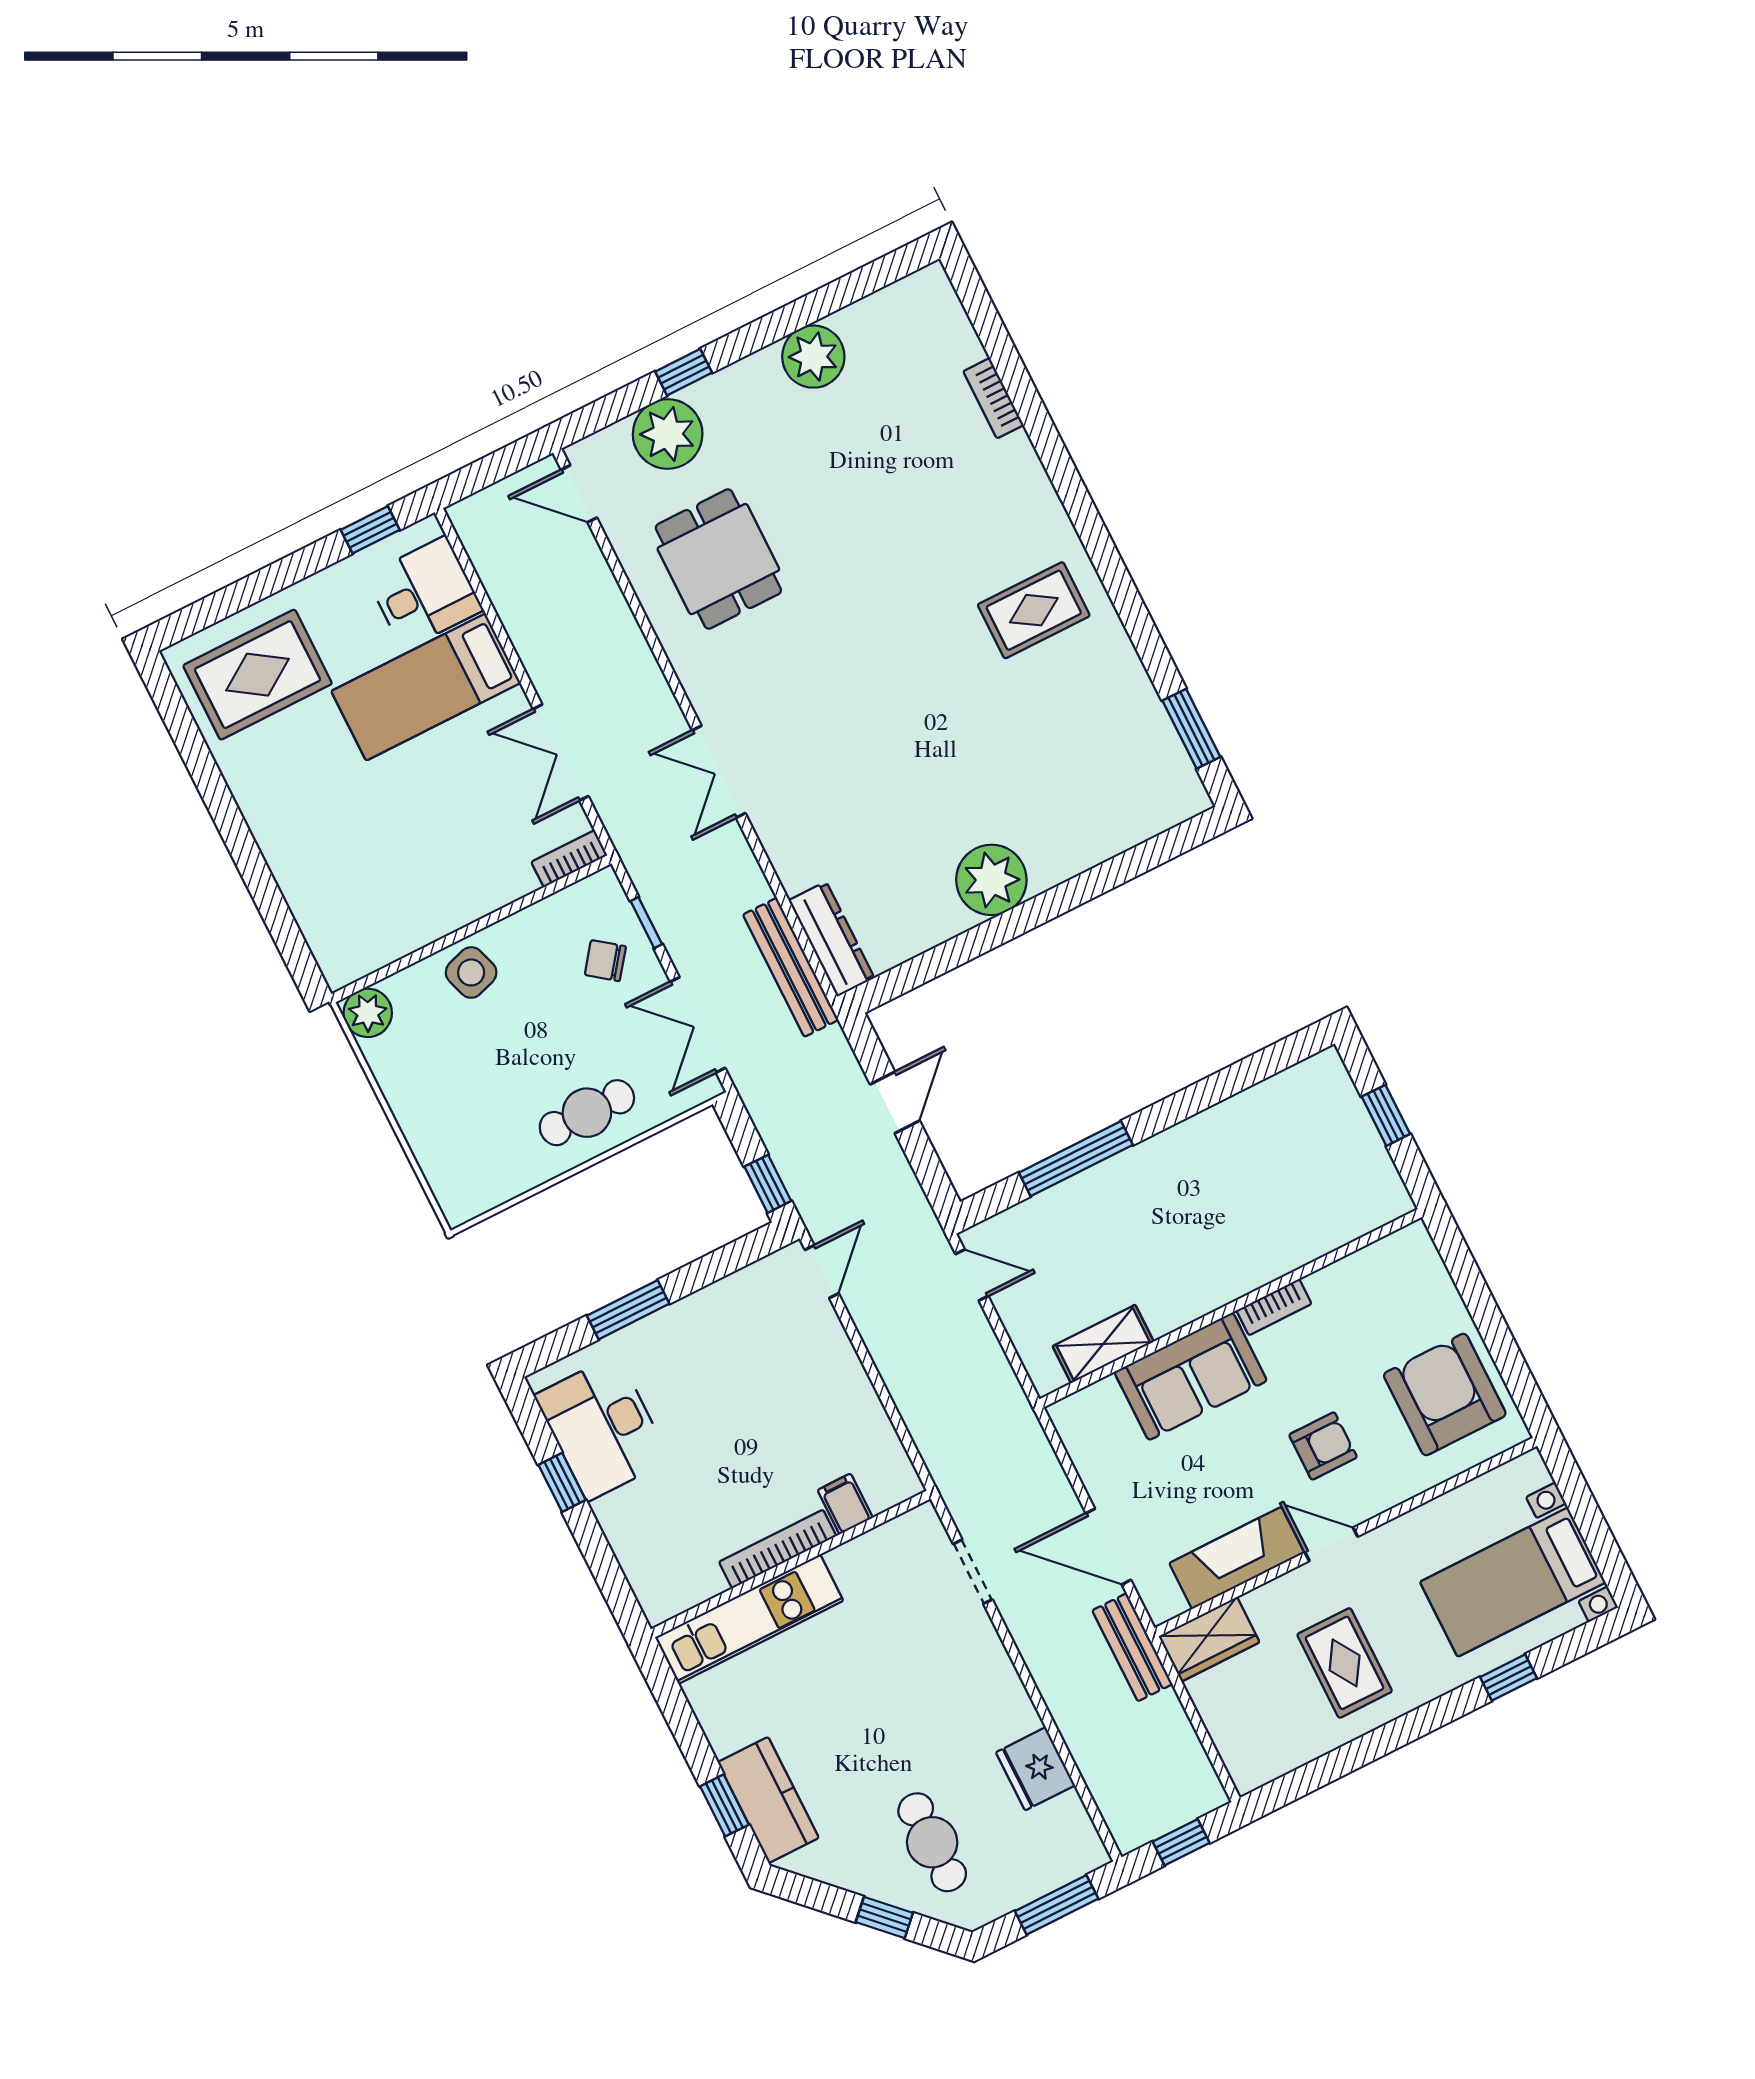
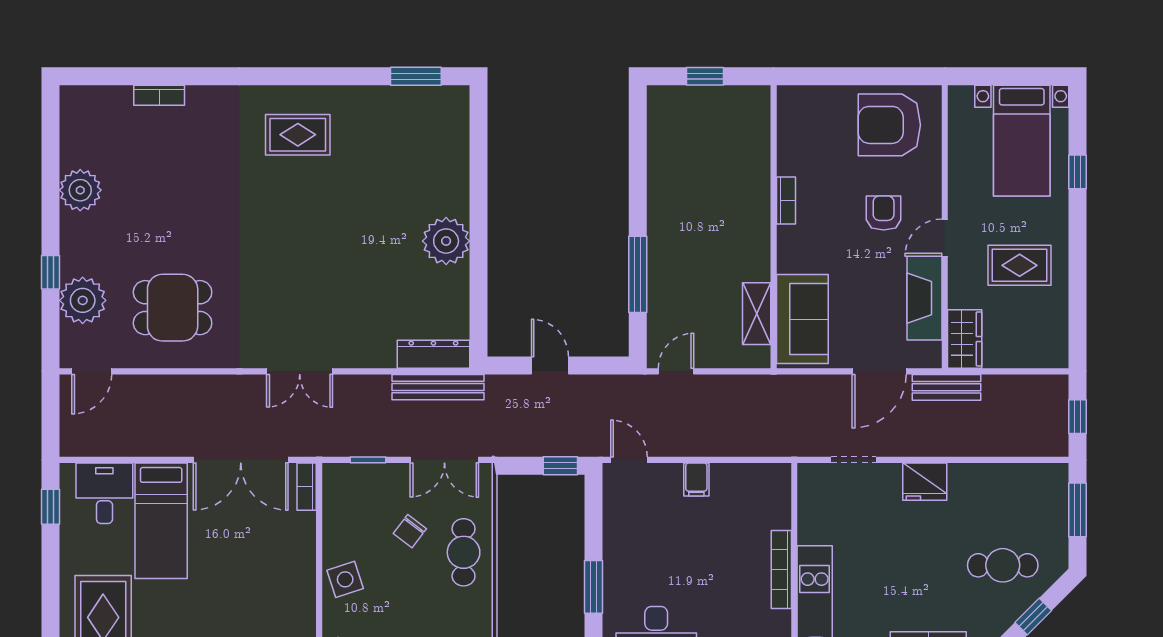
rug: (1034, 610) -> (298, 135), turned 90
double door: (561, 753) -> (241, 460), width x1.37
chair: (605, 961) -> (410, 531), moved
sofa: (1191, 1376) -> (802, 319), moved
filing cabinet: (845, 1504) -> (696, 479), moved, turned -90
fridge: (1035, 1769) -> (925, 482), moved

